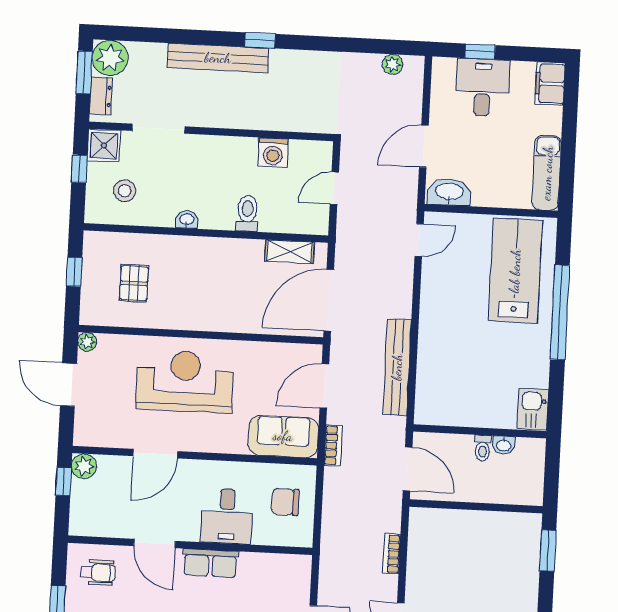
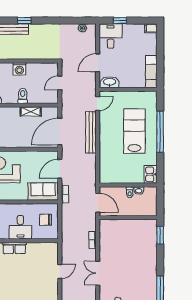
filing cabinet: (550, 84) -> (151, 28), width x0.50
desk: (483, 87) -> (111, 36), moved
washing machine: (273, 153) -> (19, 69), moved
shelving: (290, 252) -> (31, 111), moved
lab bench: (515, 271) -> (134, 131), moved
bench: (397, 367) -> (91, 132), moved

